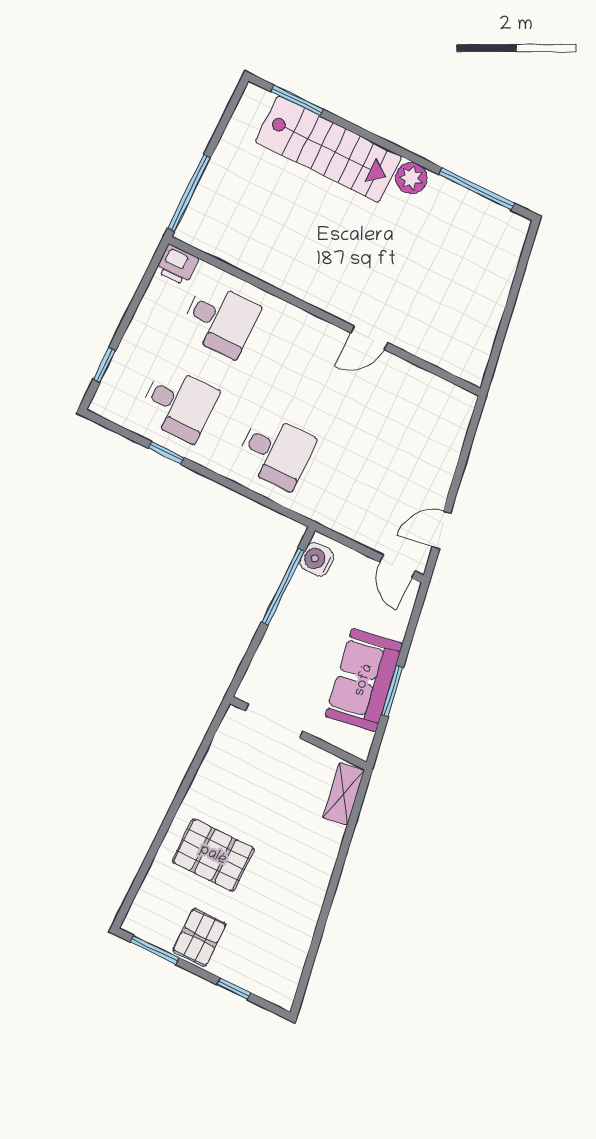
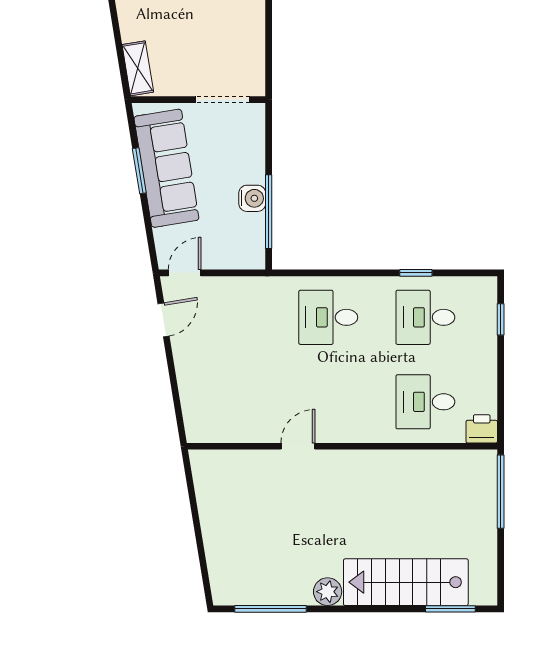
water cooler: (317, 559) -> (252, 198), moved
door: (397, 567) -> (185, 273), hinge flipped
sofa: (364, 680) -> (166, 168), width x1.36

